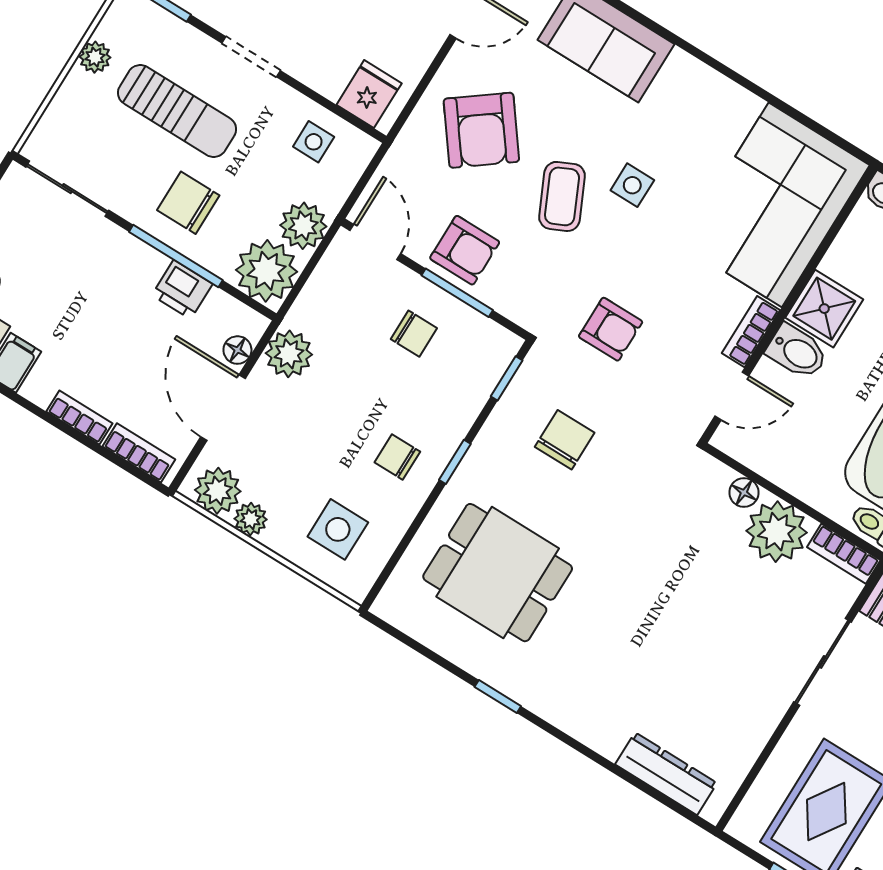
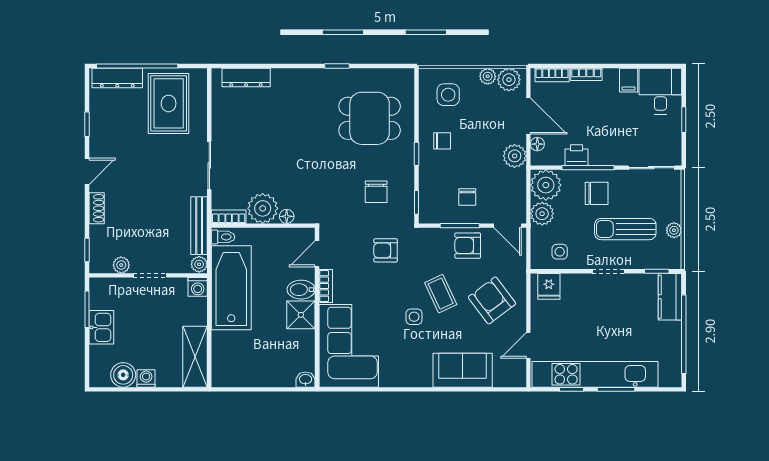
chair: (414, 334) -> (467, 197), turned -90

